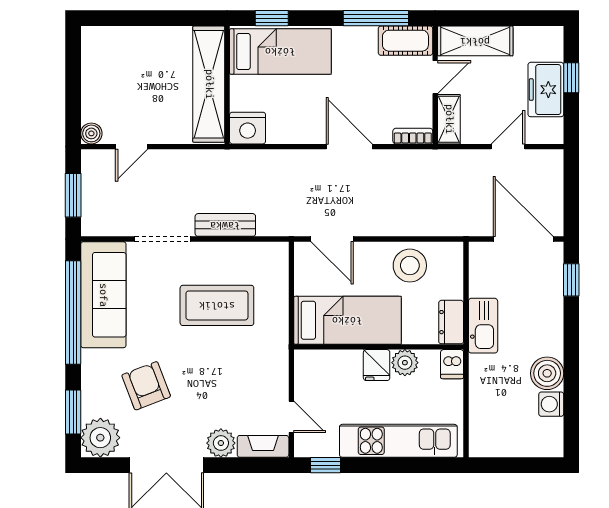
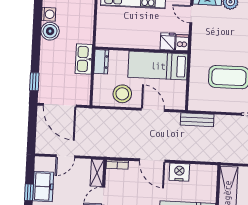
nightstand: (248, 128) -> (179, 172), moved
bench: (225, 225) -> (197, 120), moved
door: (332, 239) -> (153, 110), moved
plant: (405, 363) -> (128, 41), removed
dishwasher: (452, 364) -> (182, 43), moved
fridge: (377, 365) -> (168, 41), moved

